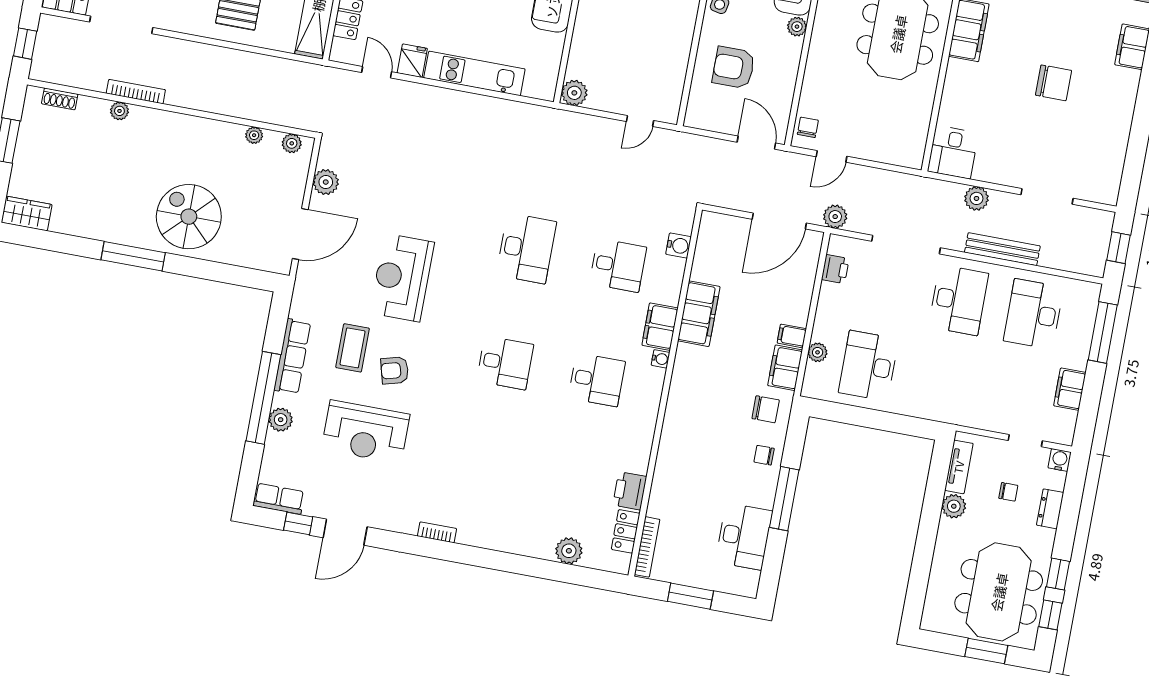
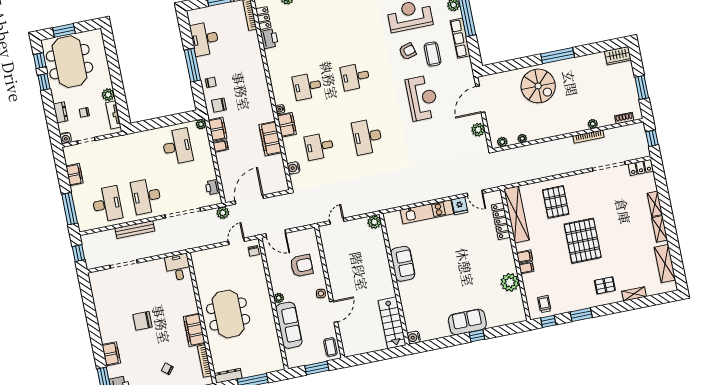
plant: (976, 198) -> (157, 249), removed
plant: (818, 352) -> (201, 124), moved

